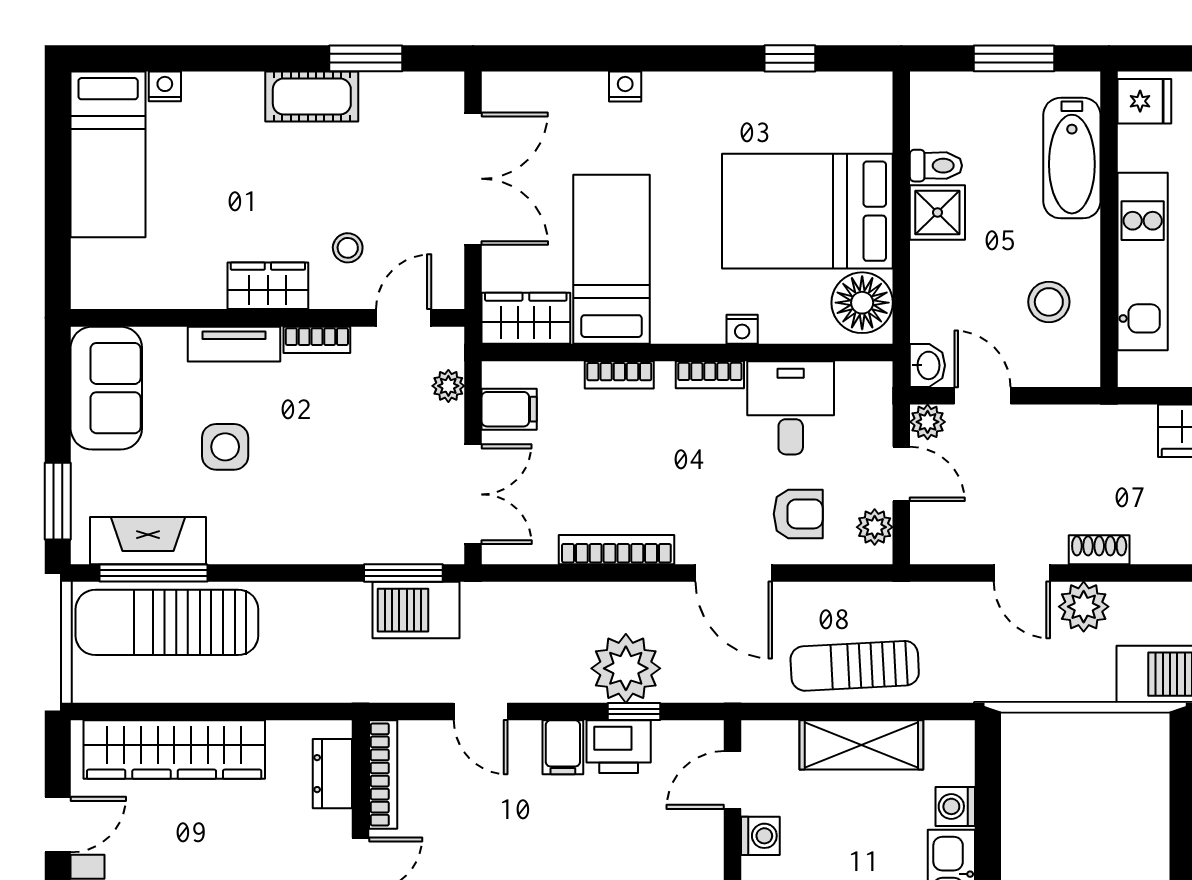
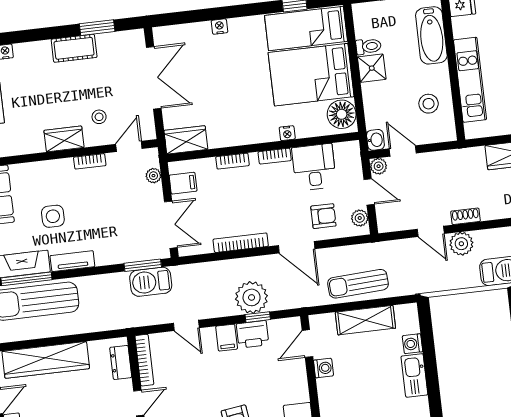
bed: (612, 259) -> (306, 28), moved, turned -90
tv unit: (234, 344) -> (72, 261), moved, turned 180

